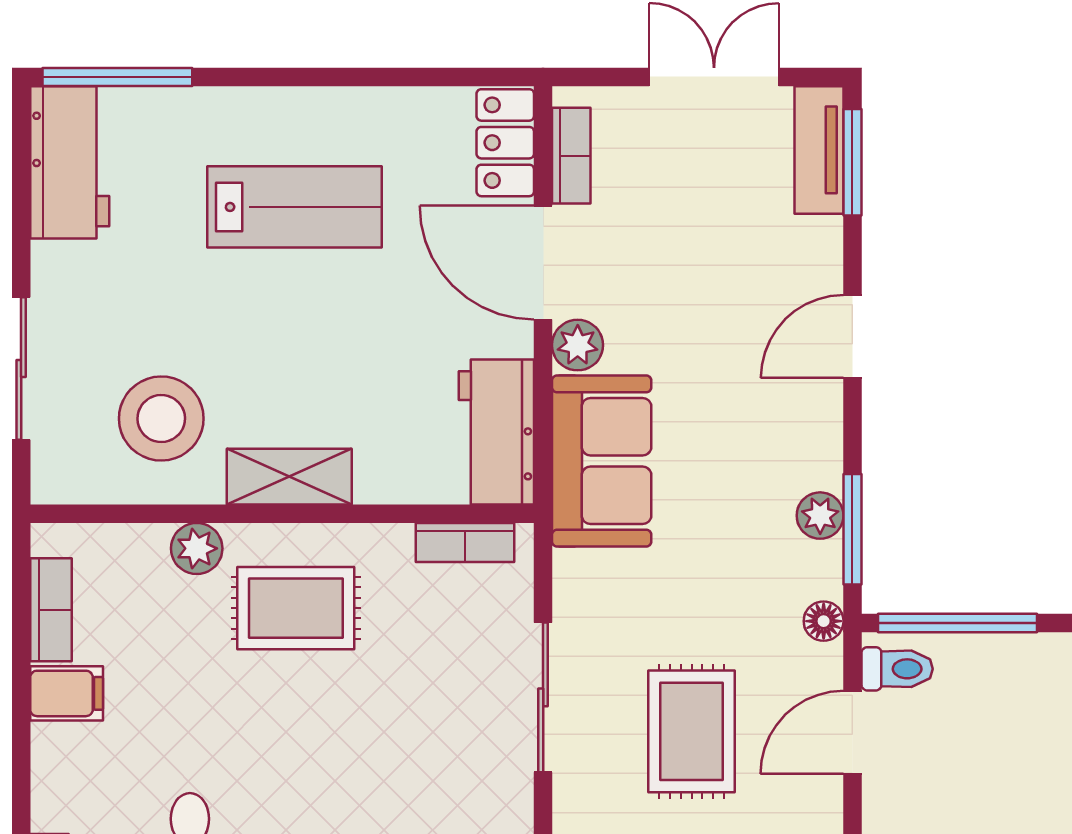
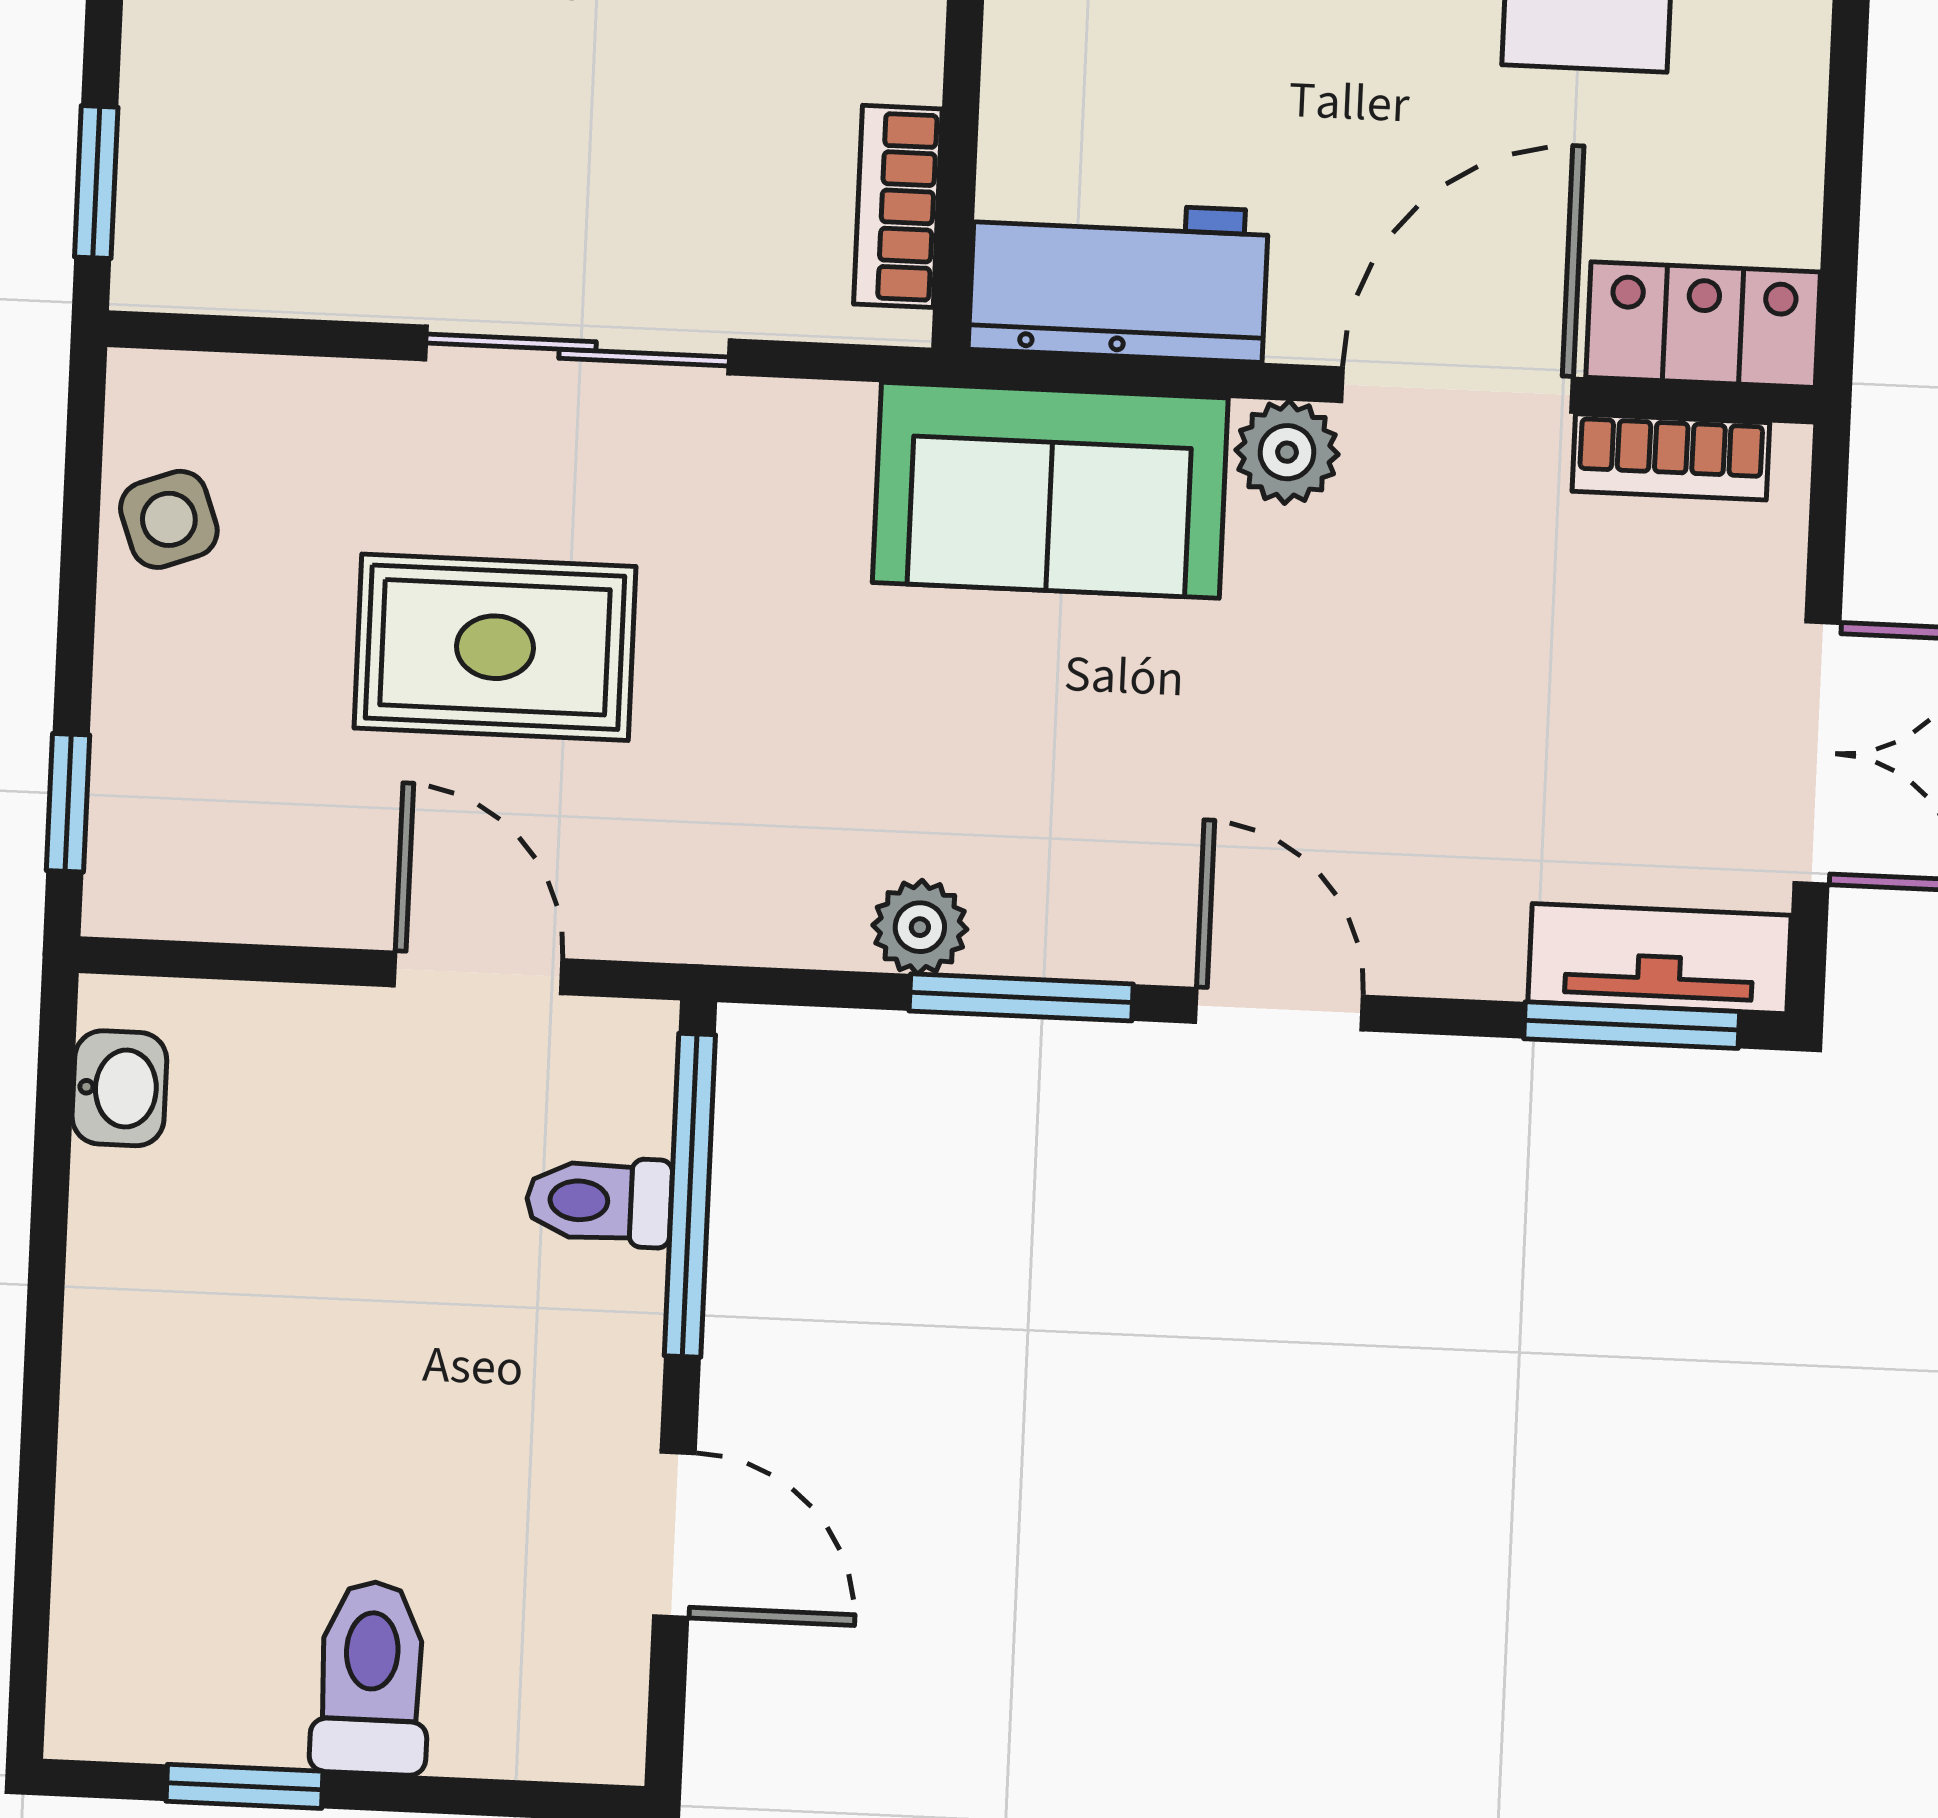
window: (852, 529) -> (1021, 997), moved
floor lamp: (824, 621) -> (706, 925), removed
toilet: (897, 669) -> (599, 1201), moved, turned 90

